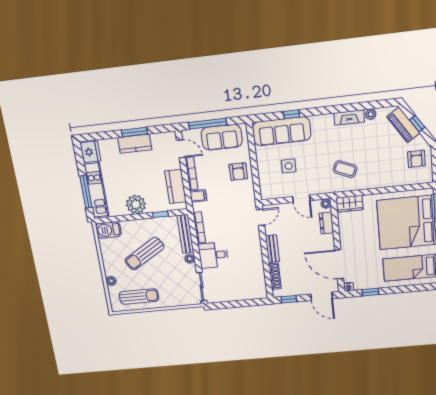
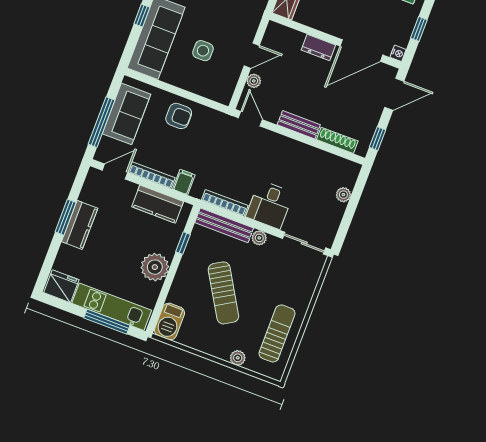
plant: (326, 204) -> (254, 81), moved
dresser: (326, 223) -> (318, 48), moved
plant: (244, 296) -> (343, 195), added

